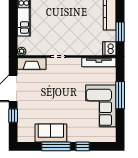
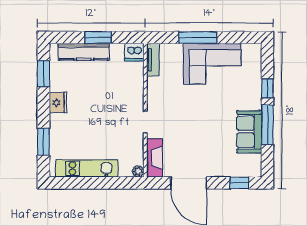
window: (120, 32) -> (98, 38), moved
tv unit: (99, 62) -> (153, 60), width x0.71
window: (13, 116) -> (239, 183), moved

